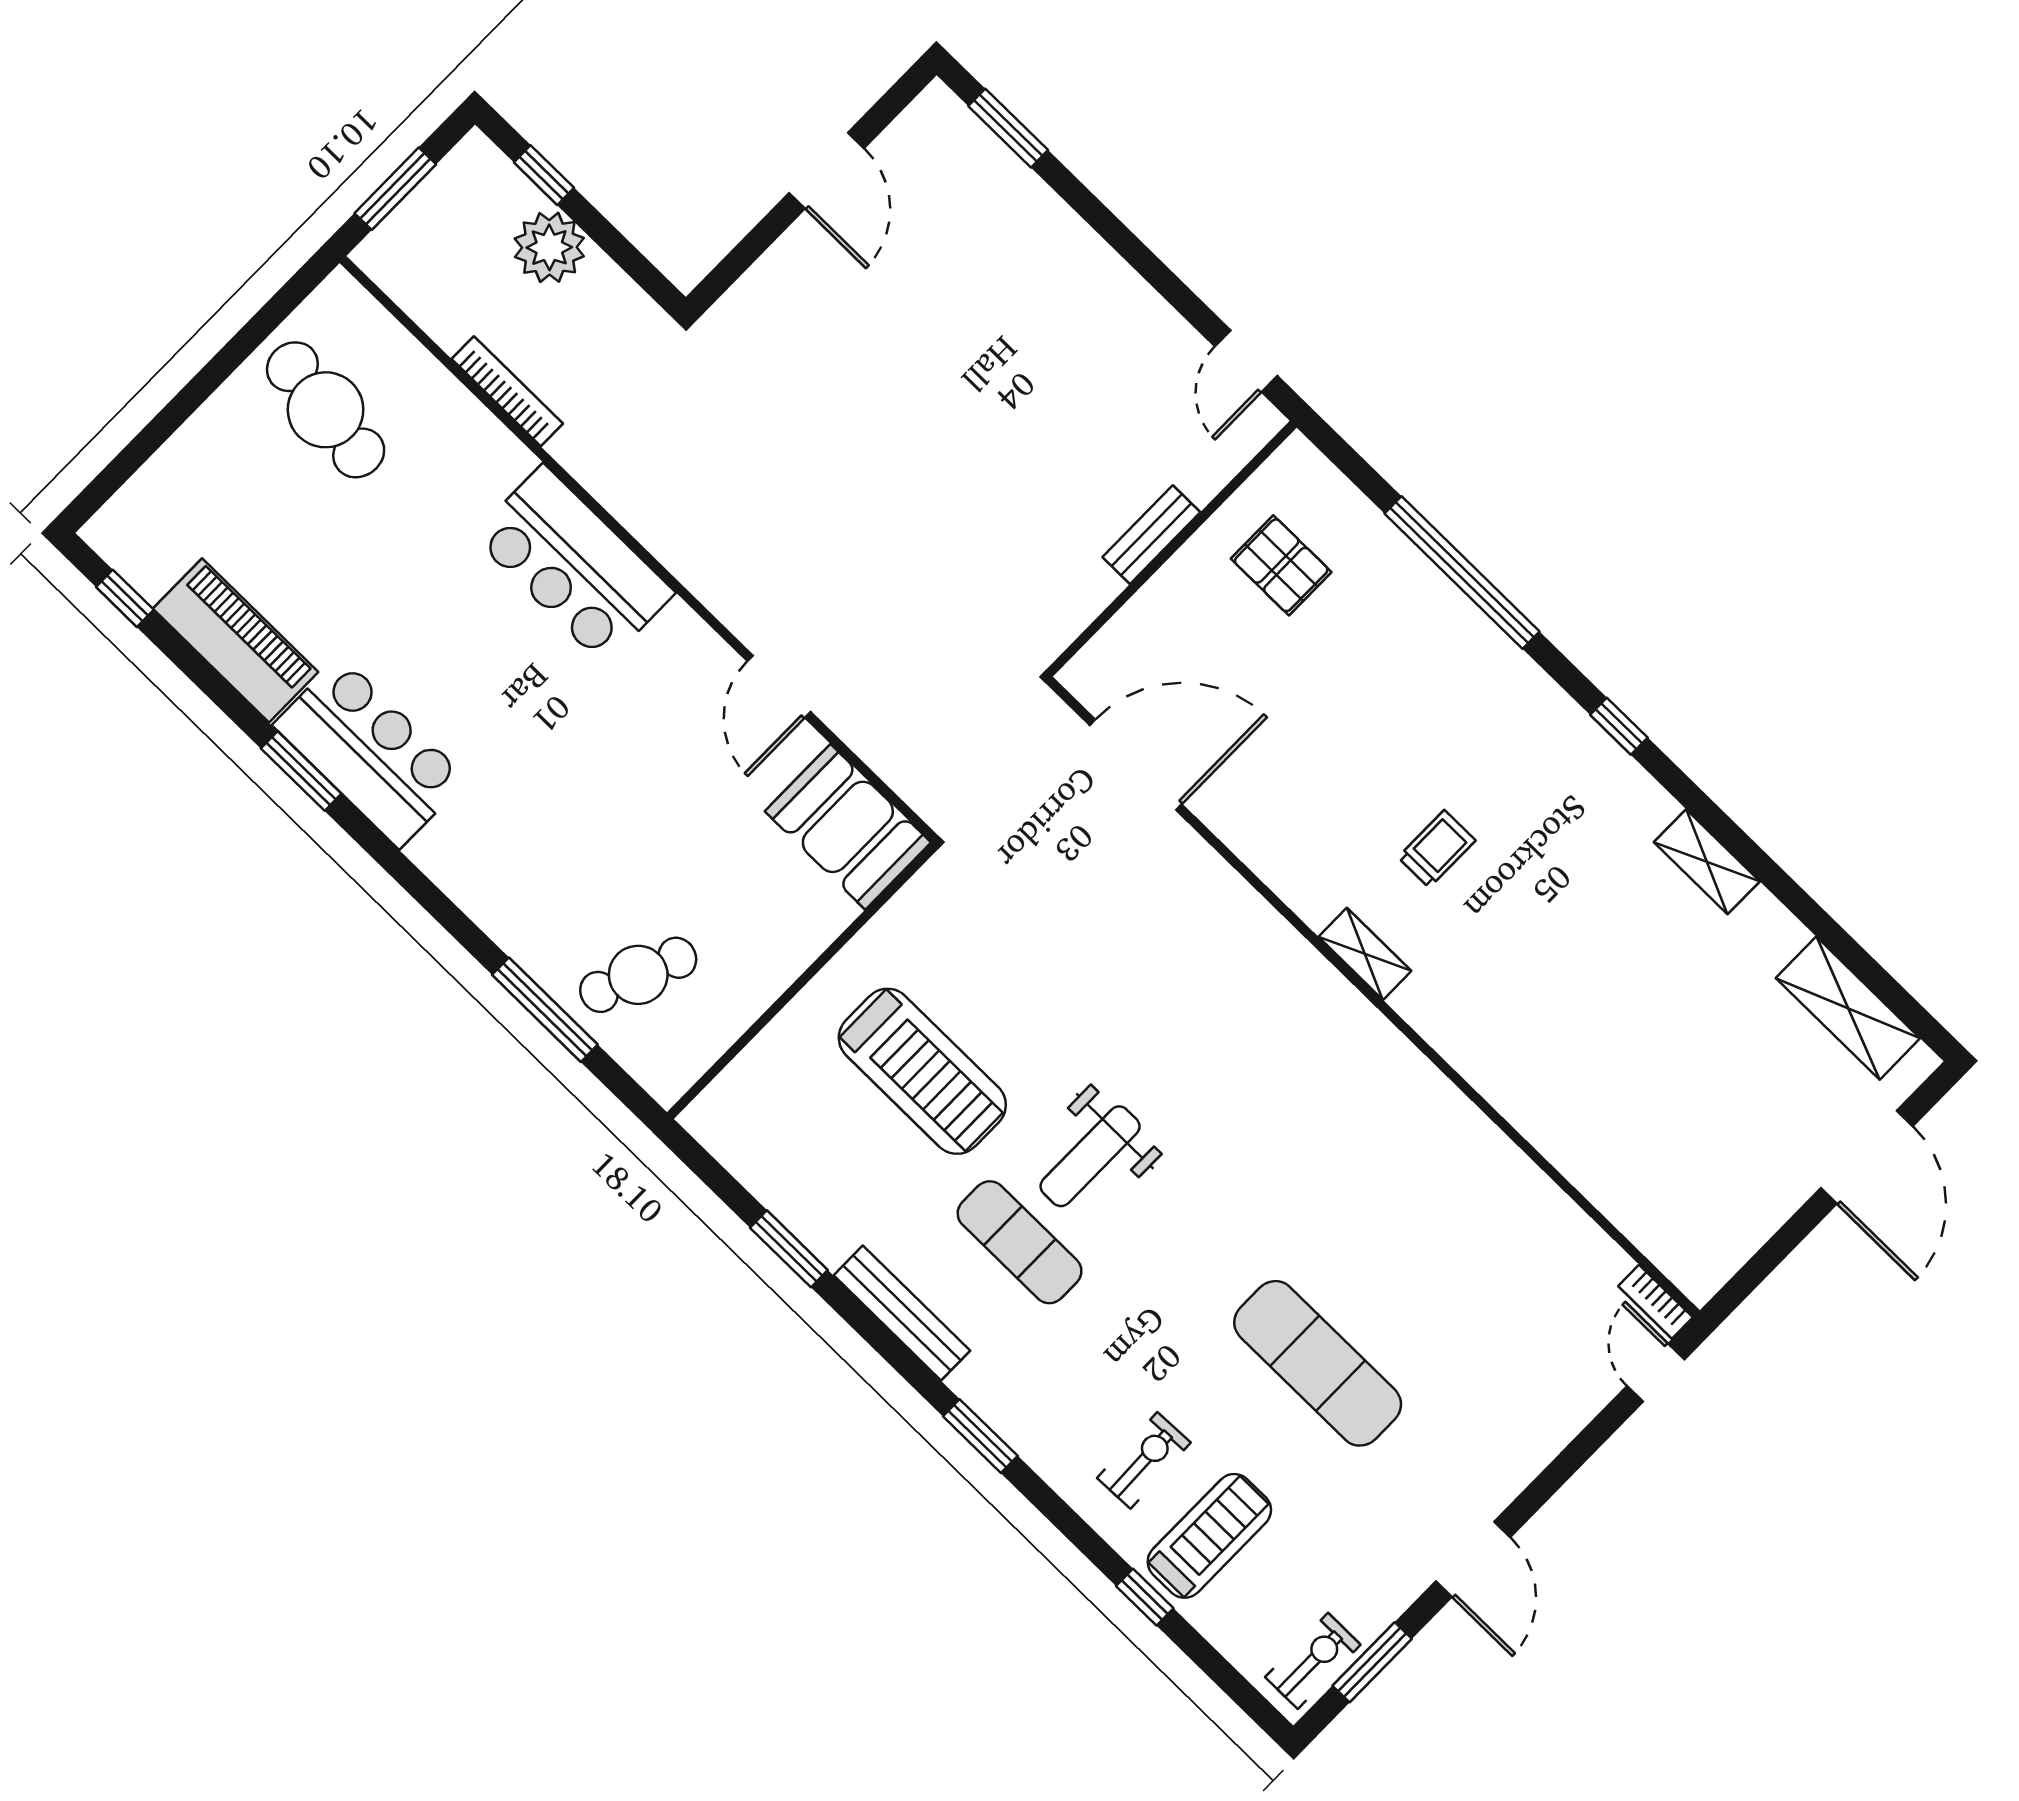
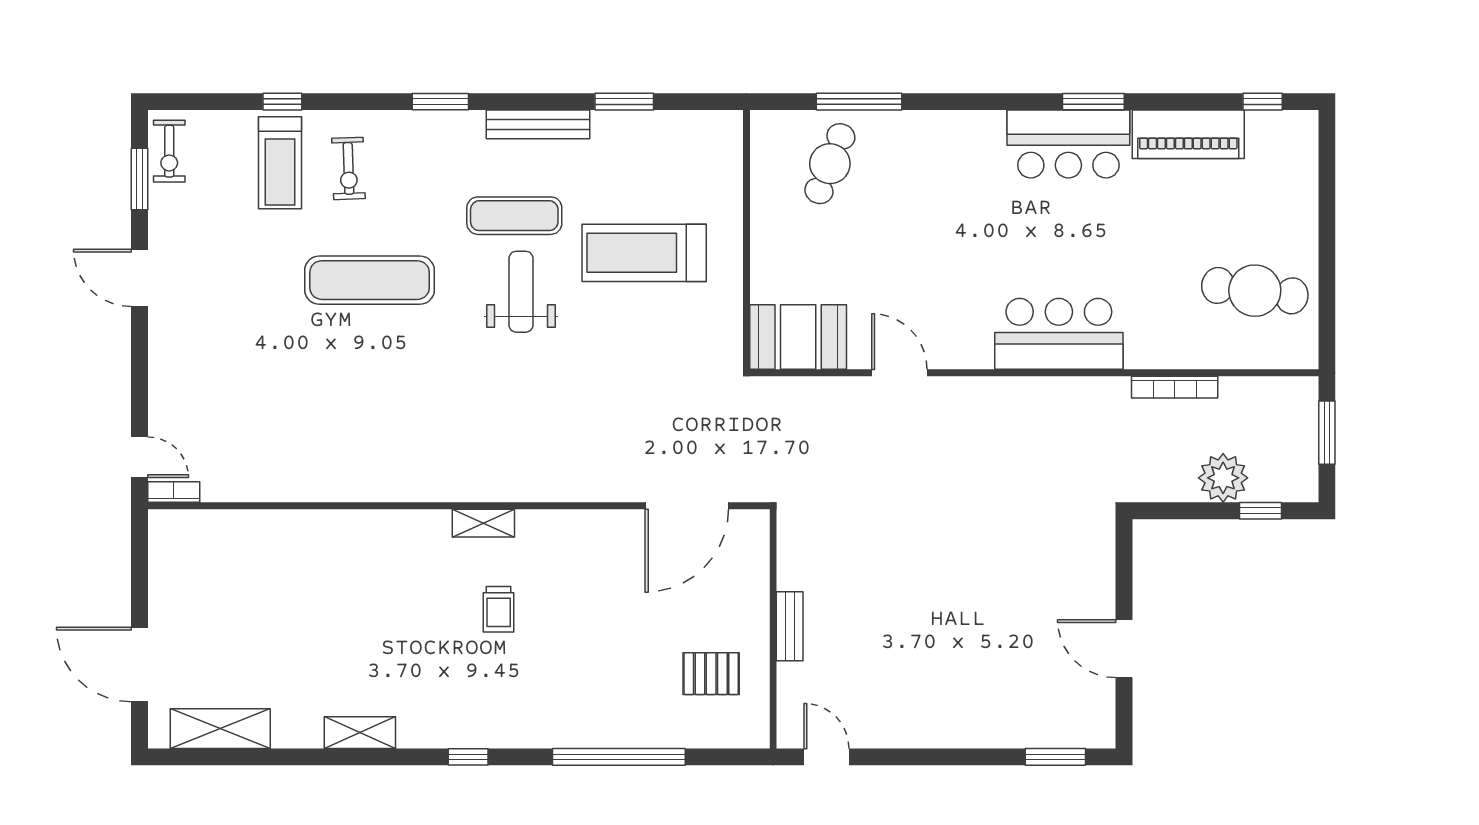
exercise mat: (1318, 1363) -> (370, 280), moved

